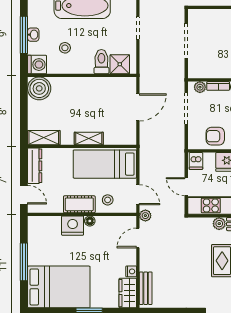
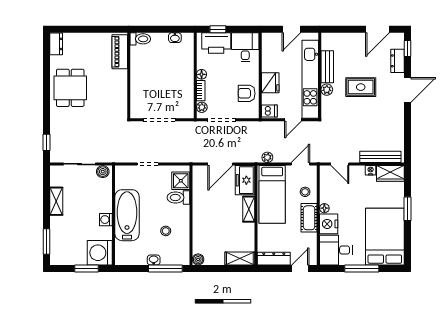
window: (24, 35) -> (165, 269), moved
washing machine: (37, 65) -> (181, 256), removed
boiler: (39, 88) -> (198, 259), width x0.54, depth x0.54
door: (138, 107) -> (220, 164), swing flipped
freezer: (120, 134) -> (245, 180), added
armchair: (215, 136) -> (247, 93), turned 90
shelving: (44, 138) -> (240, 258), moved, turned 90
plant: (145, 216) -> (267, 157), moved
desk: (44, 234) -> (336, 250), added
bench: (146, 288) -> (380, 157), width x1.36

